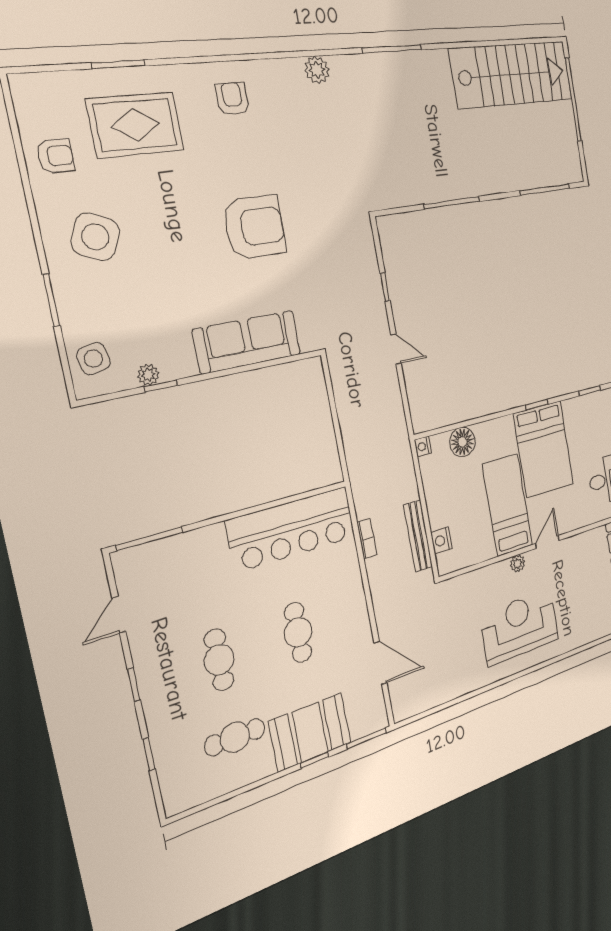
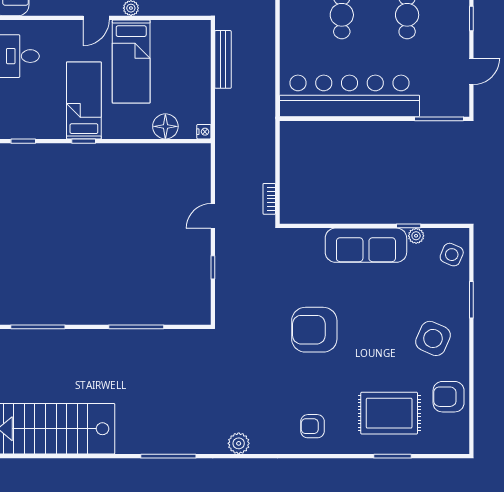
armchair: (232, 99) -> (313, 426), turned 90
armchair: (55, 156) -> (449, 397), width x1.38, depth x1.38
sofa: (247, 342) -> (366, 245), moved
door: (396, 349) -> (213, 216), hinge flipped
side table: (93, 359) -> (452, 255), turned 35
bed: (544, 449) -> (84, 100), width x0.67
bar counter: (292, 529) -> (349, 96), width x1.36
bookcase: (367, 538) -> (269, 199), moved
nightstand: (441, 540) -> (202, 50), removed

